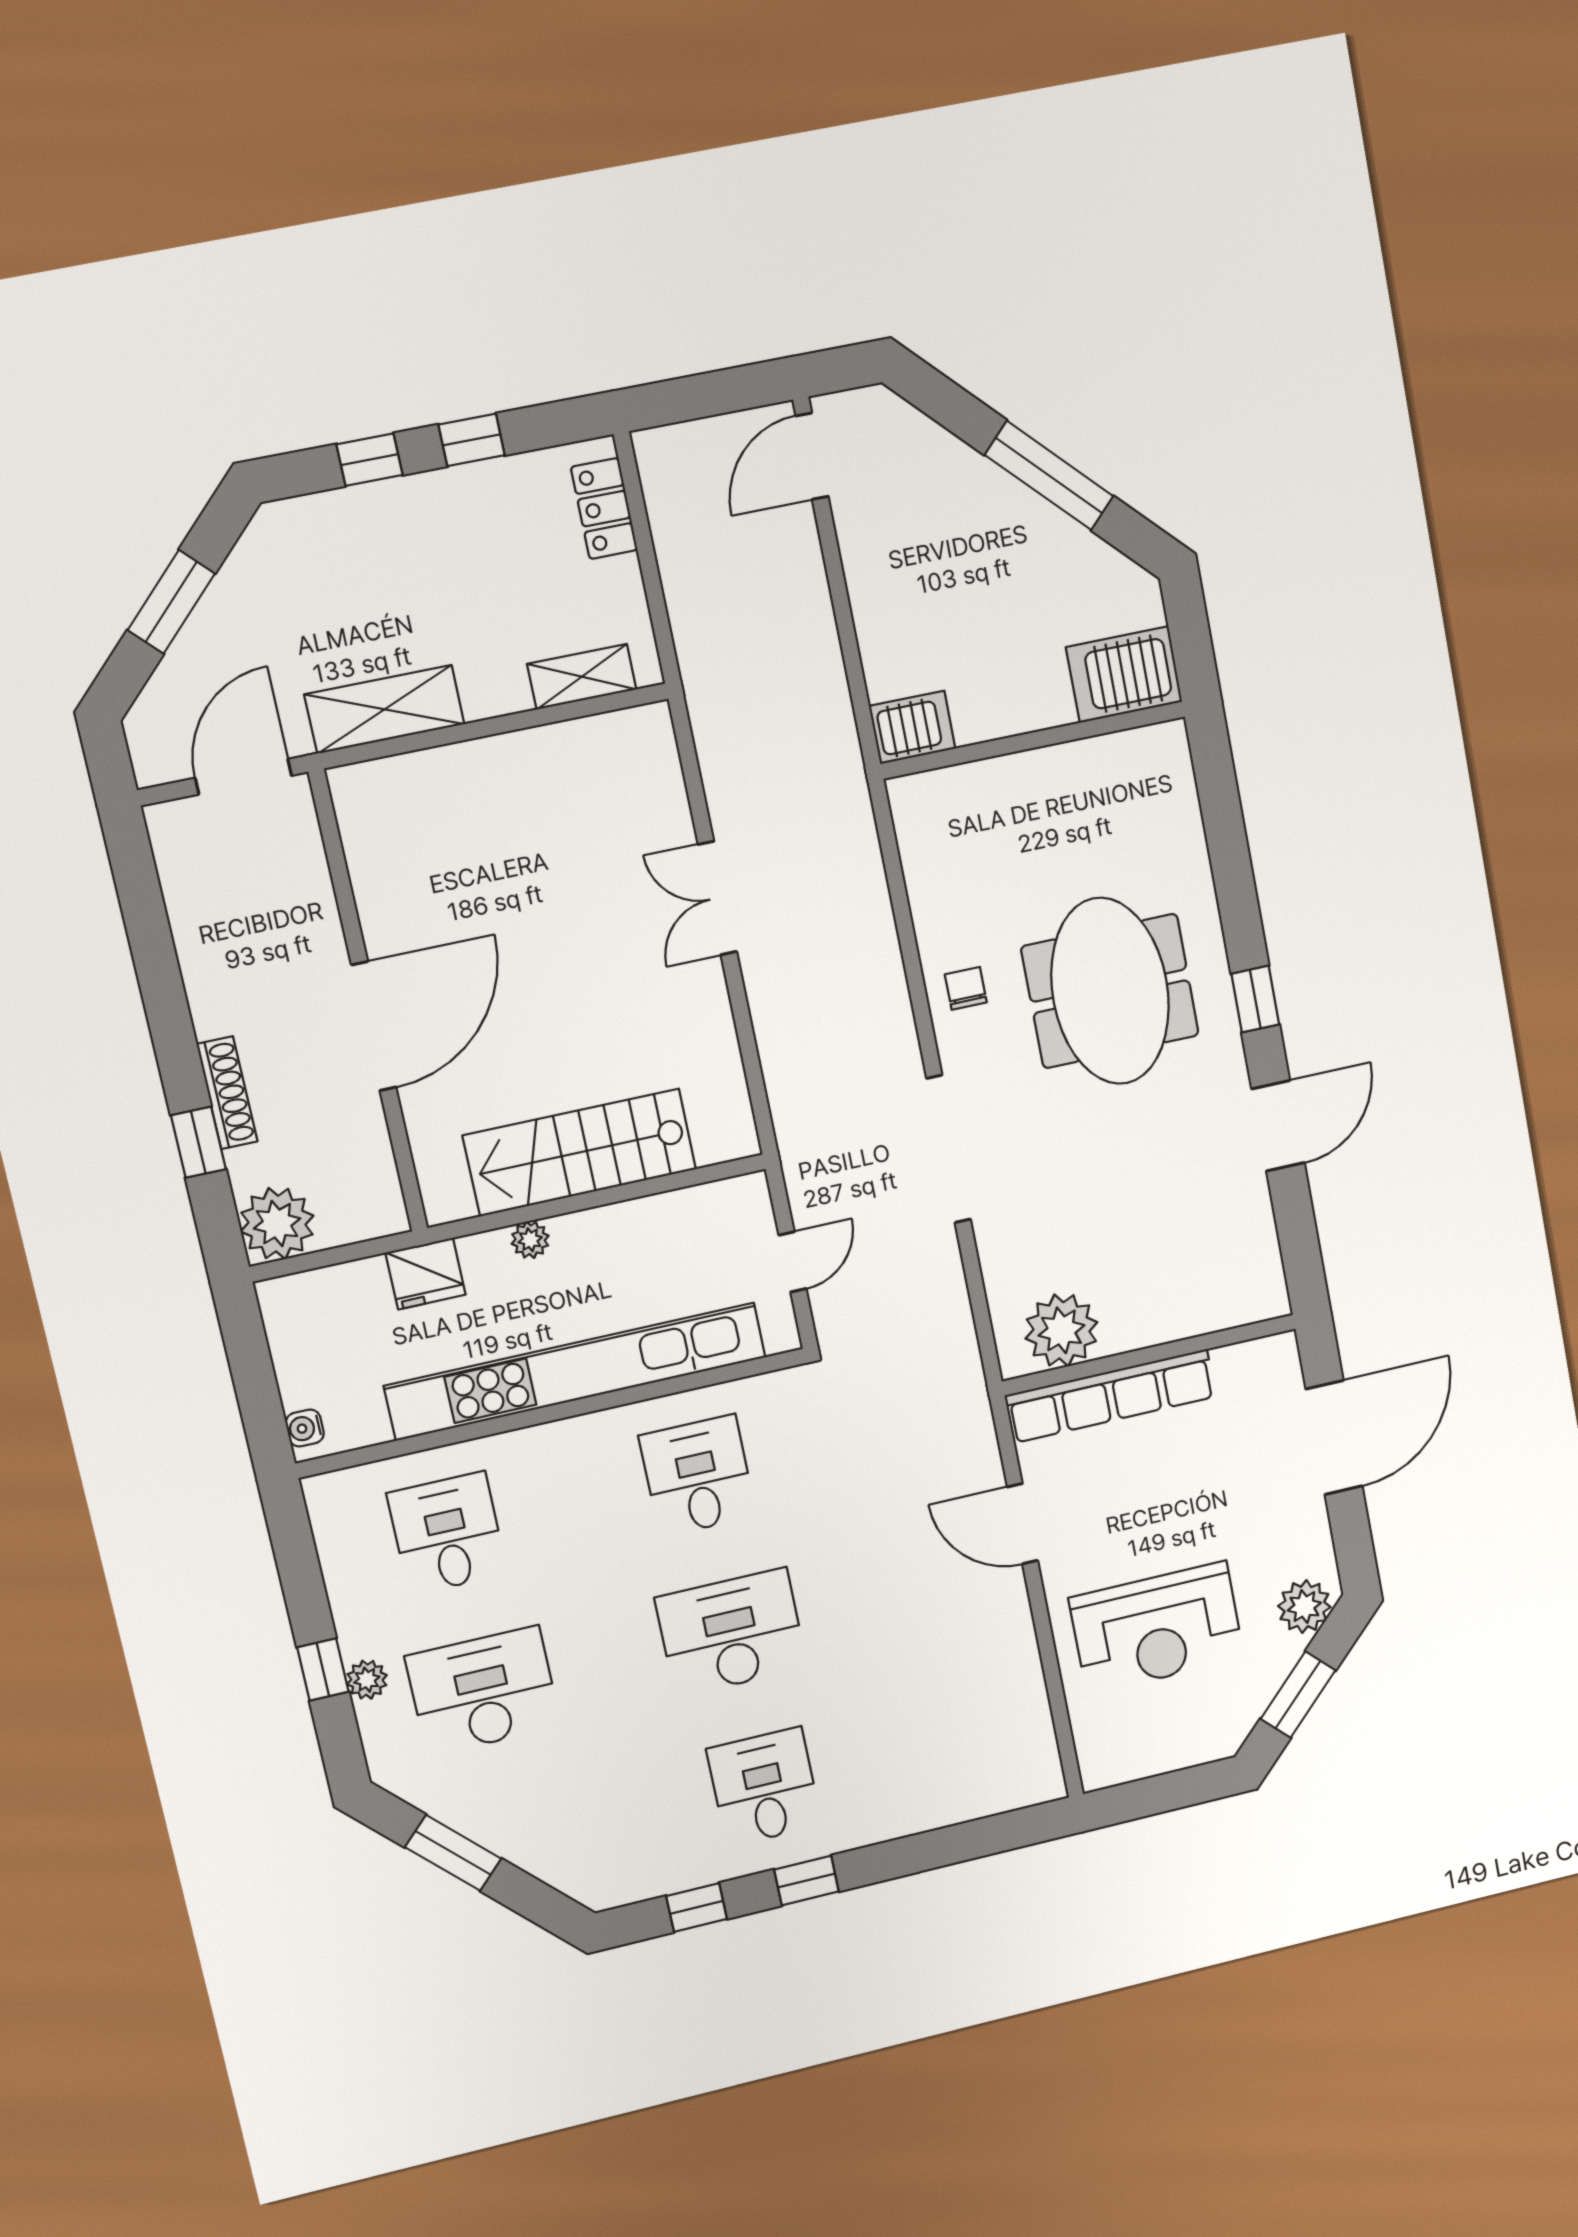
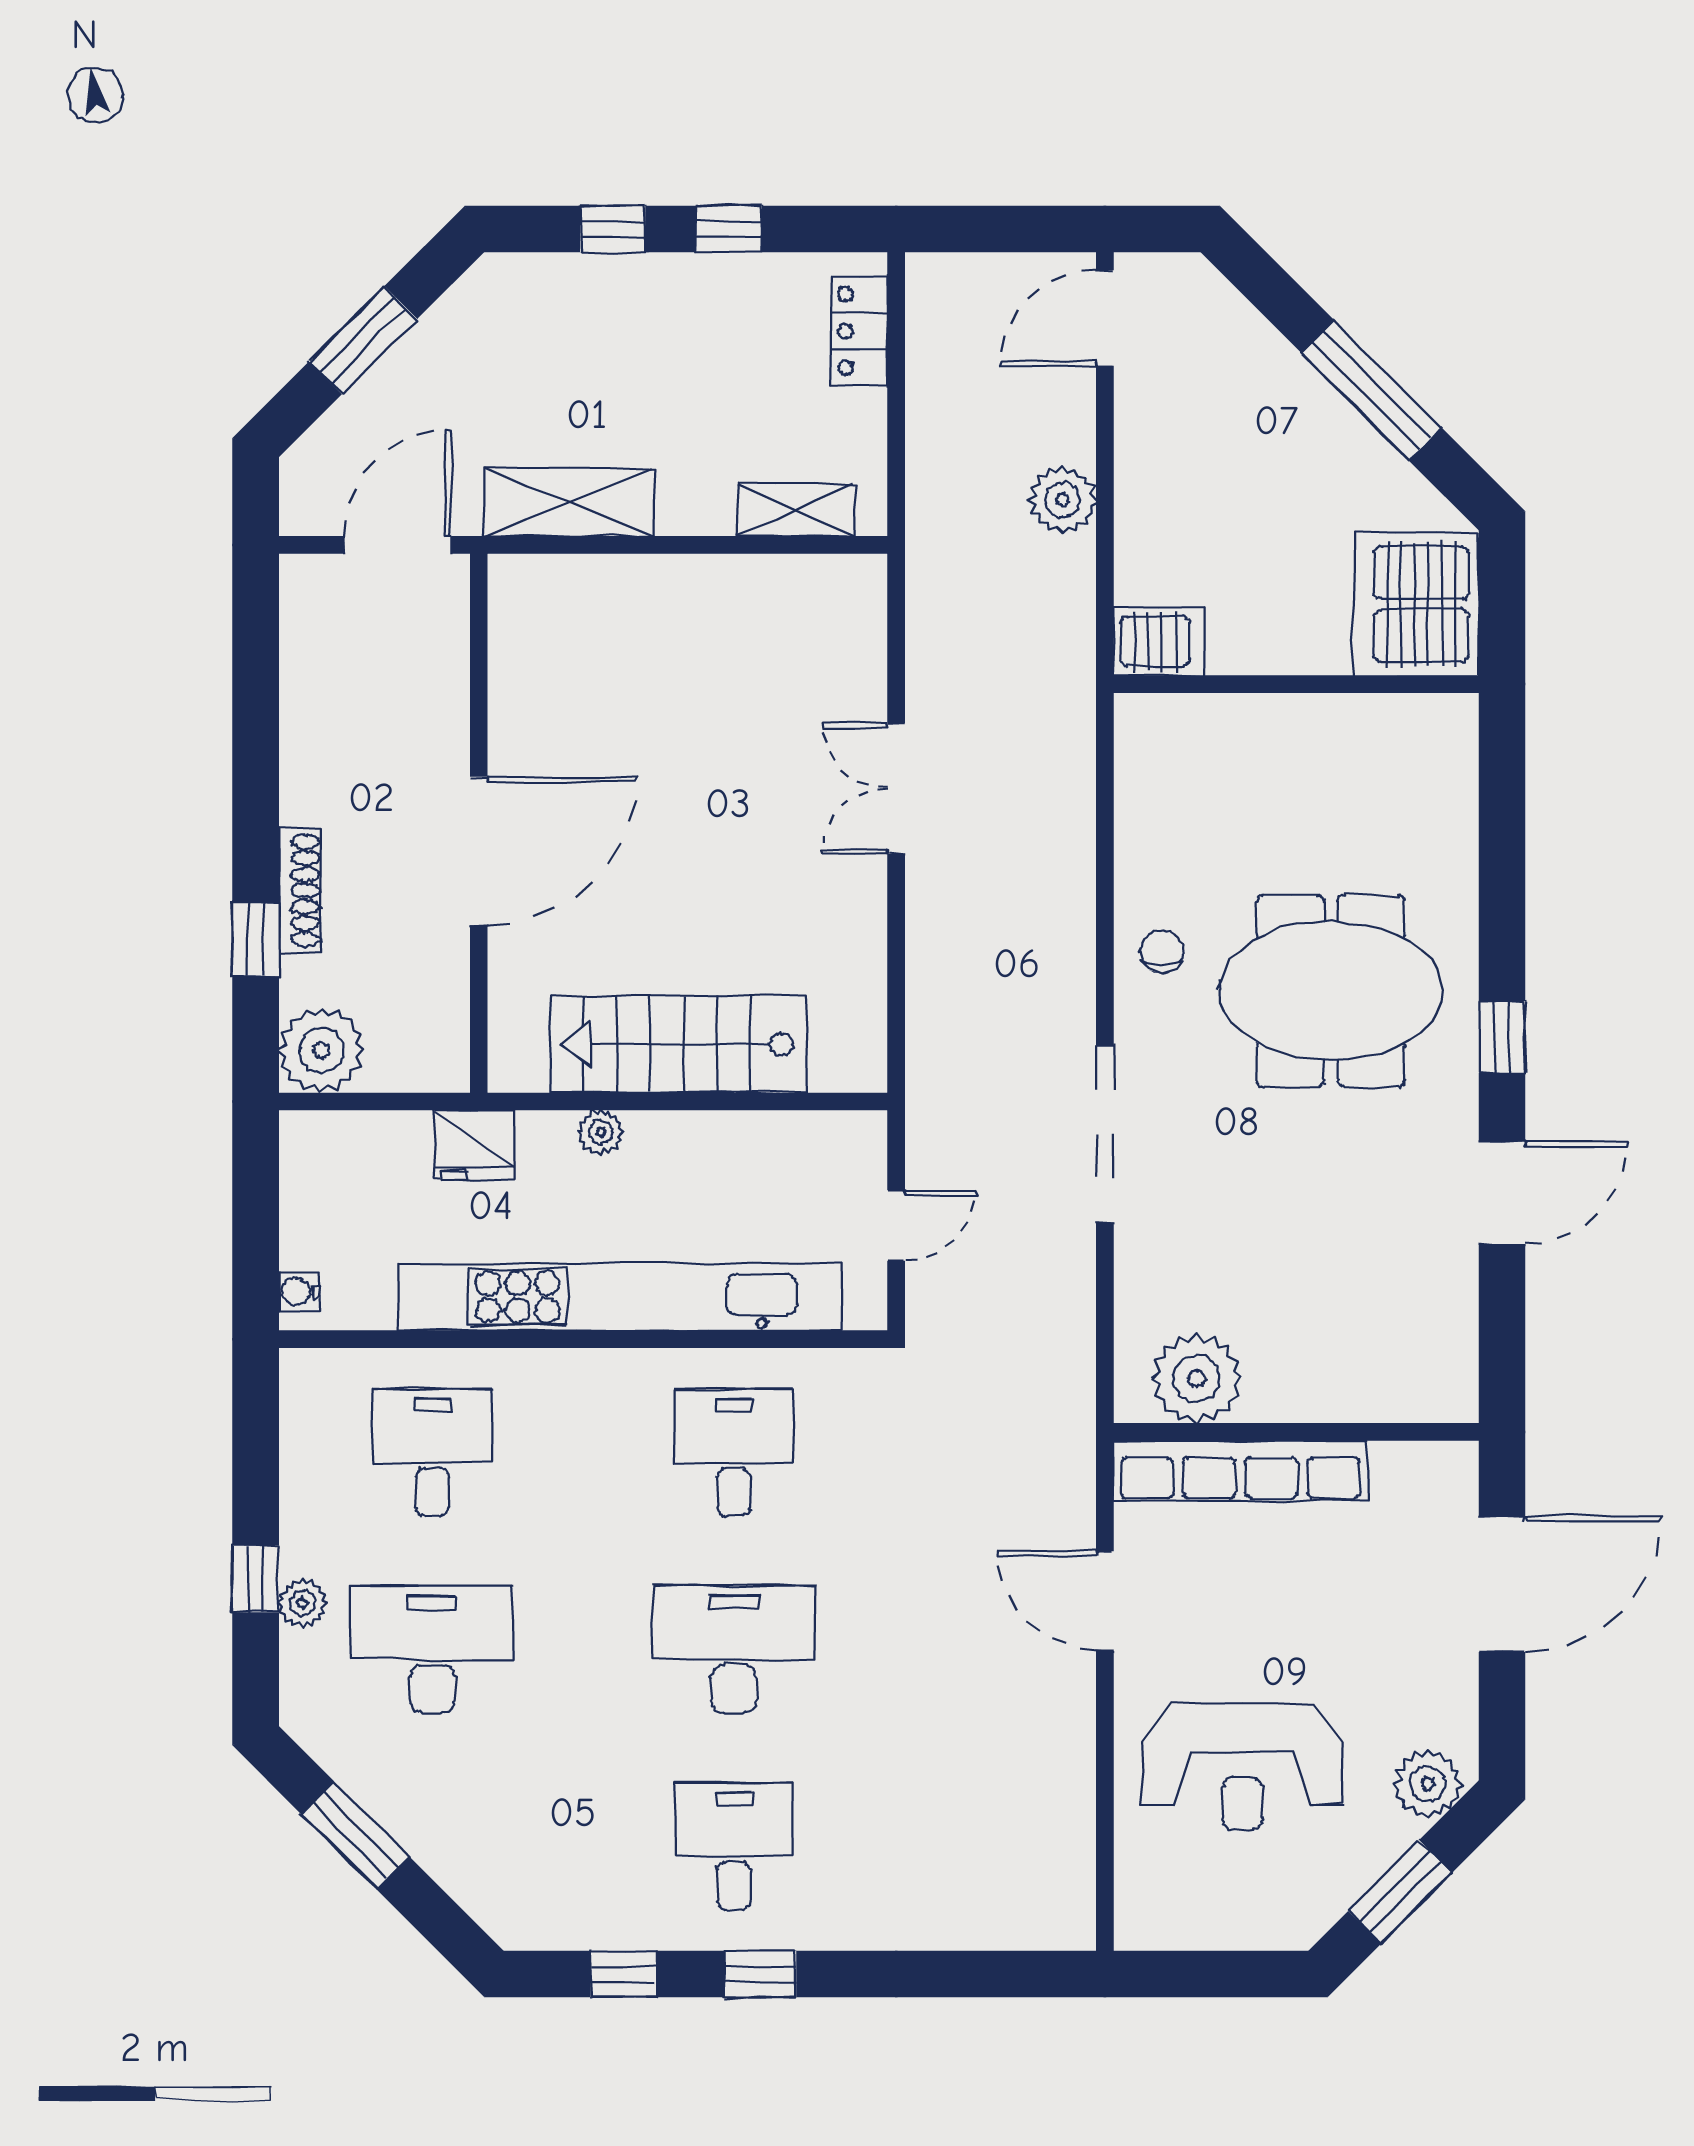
plant: (808, 622) -> (1063, 500), added
server rack: (1124, 675) -> (1416, 604), width x1.60
meeting table: (1110, 991) -> (1331, 991), turned 90

